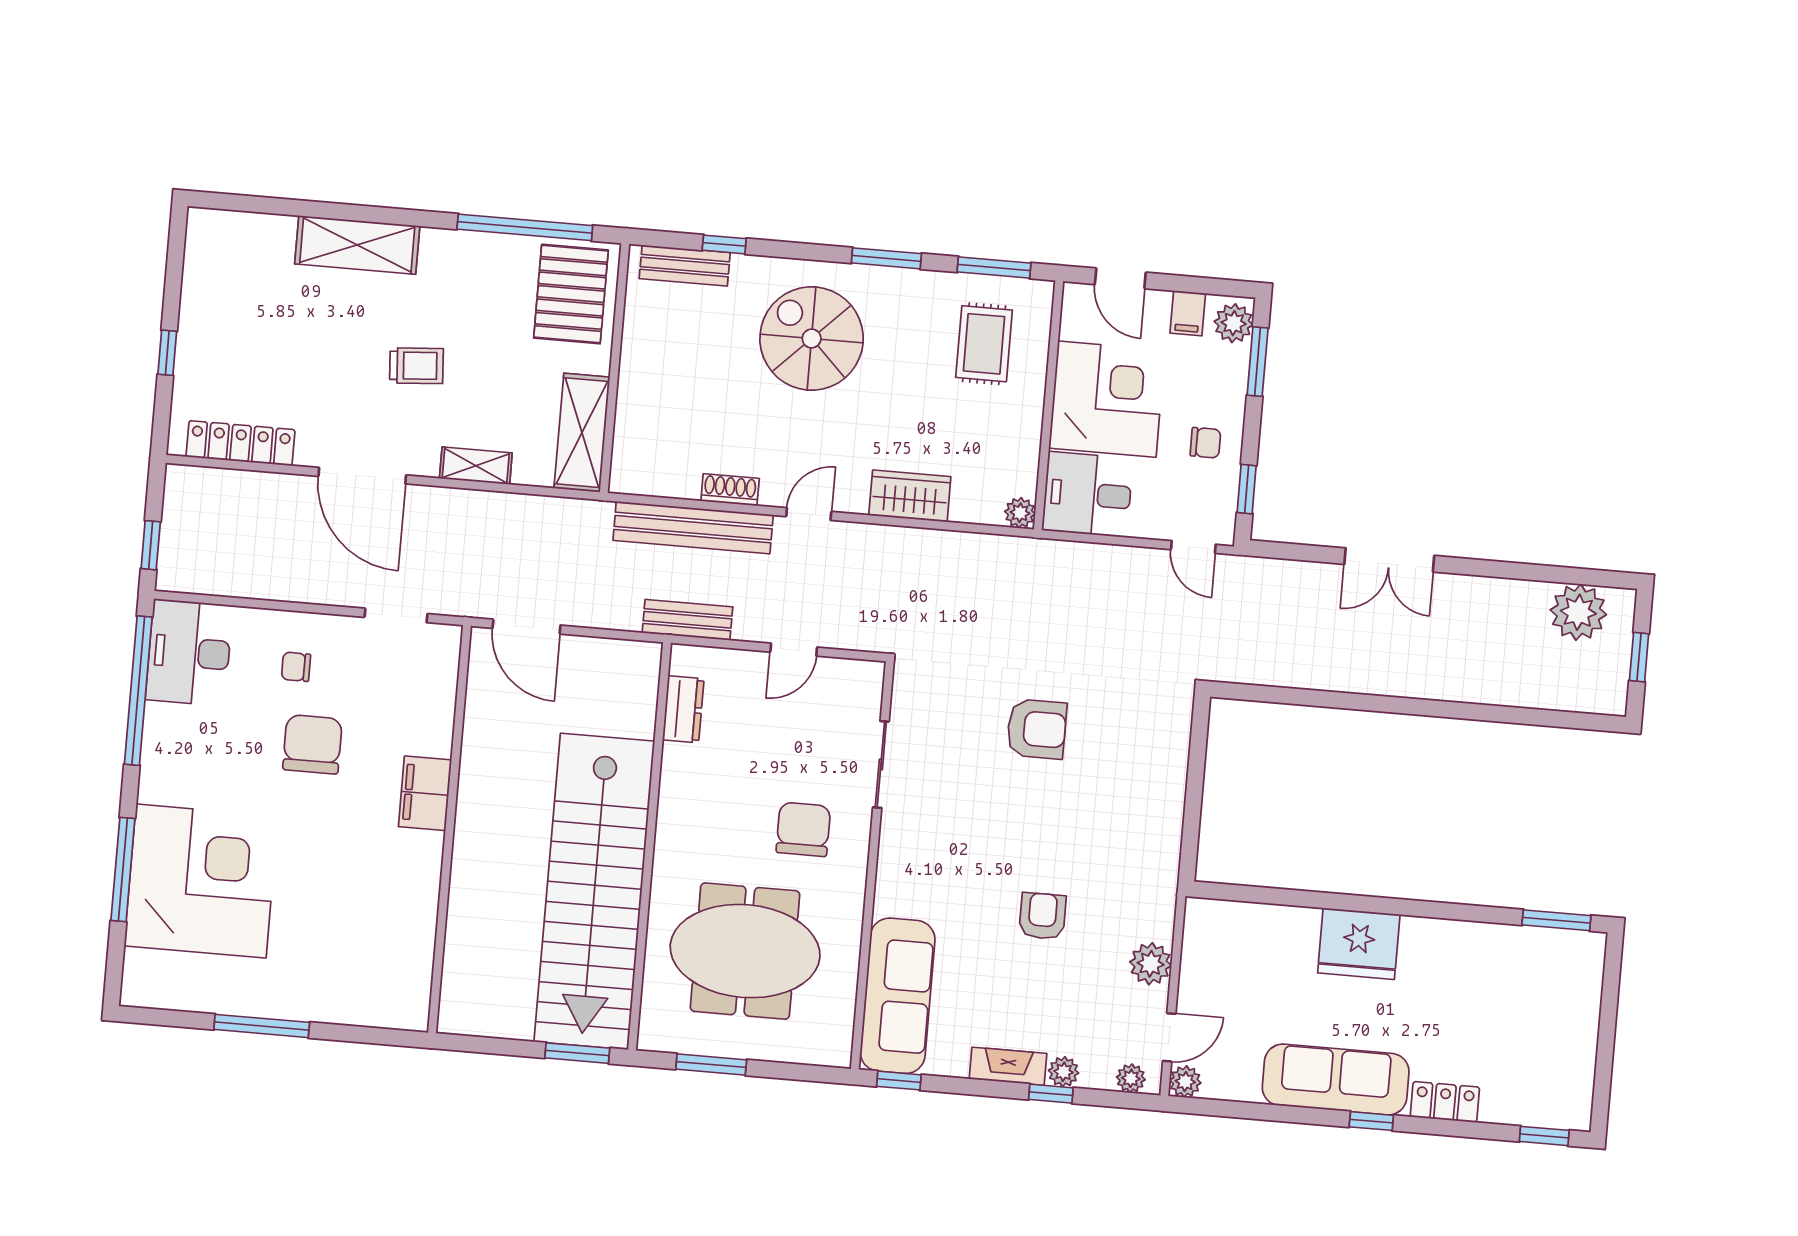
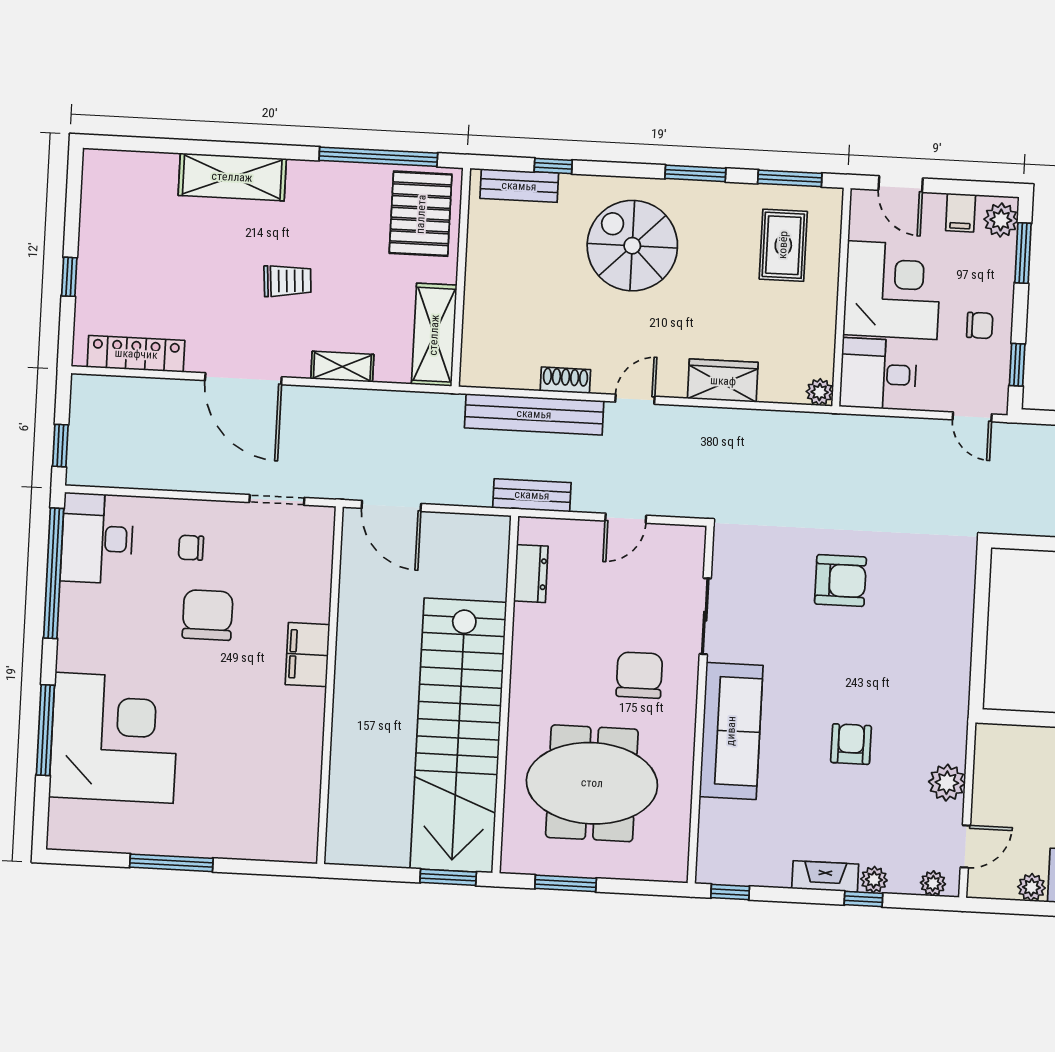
sofa: (898, 996) -> (731, 731), moved
plant: (1185, 1082) -> (1031, 887), moved

